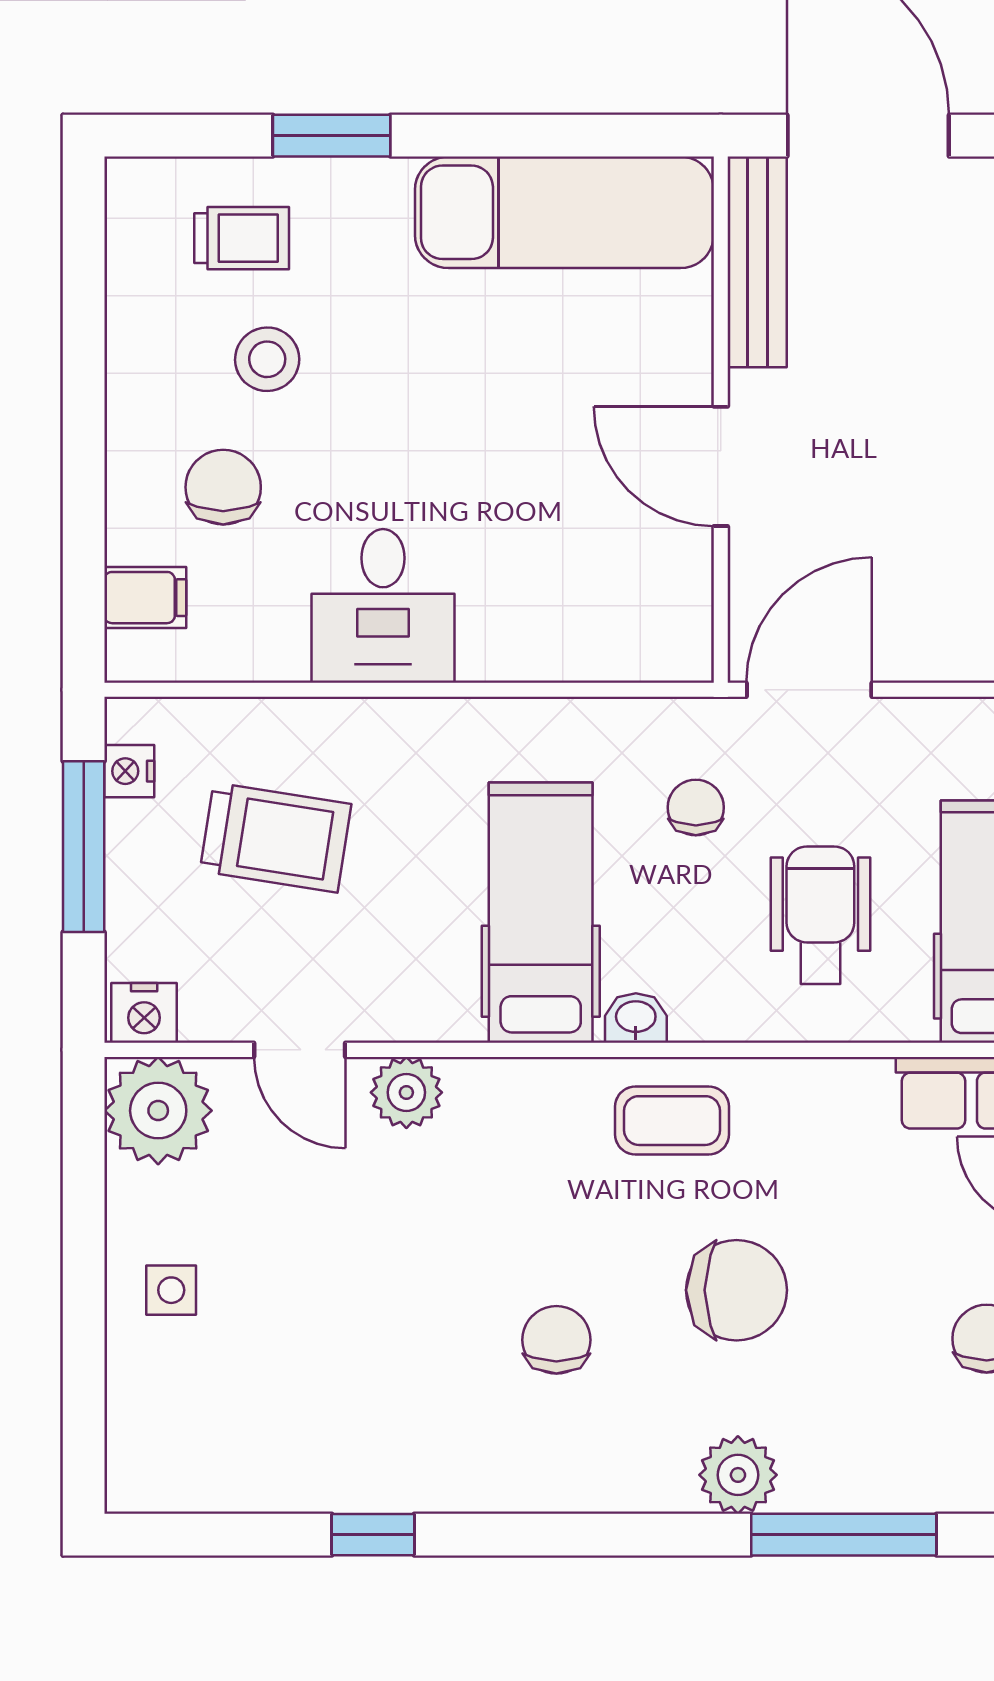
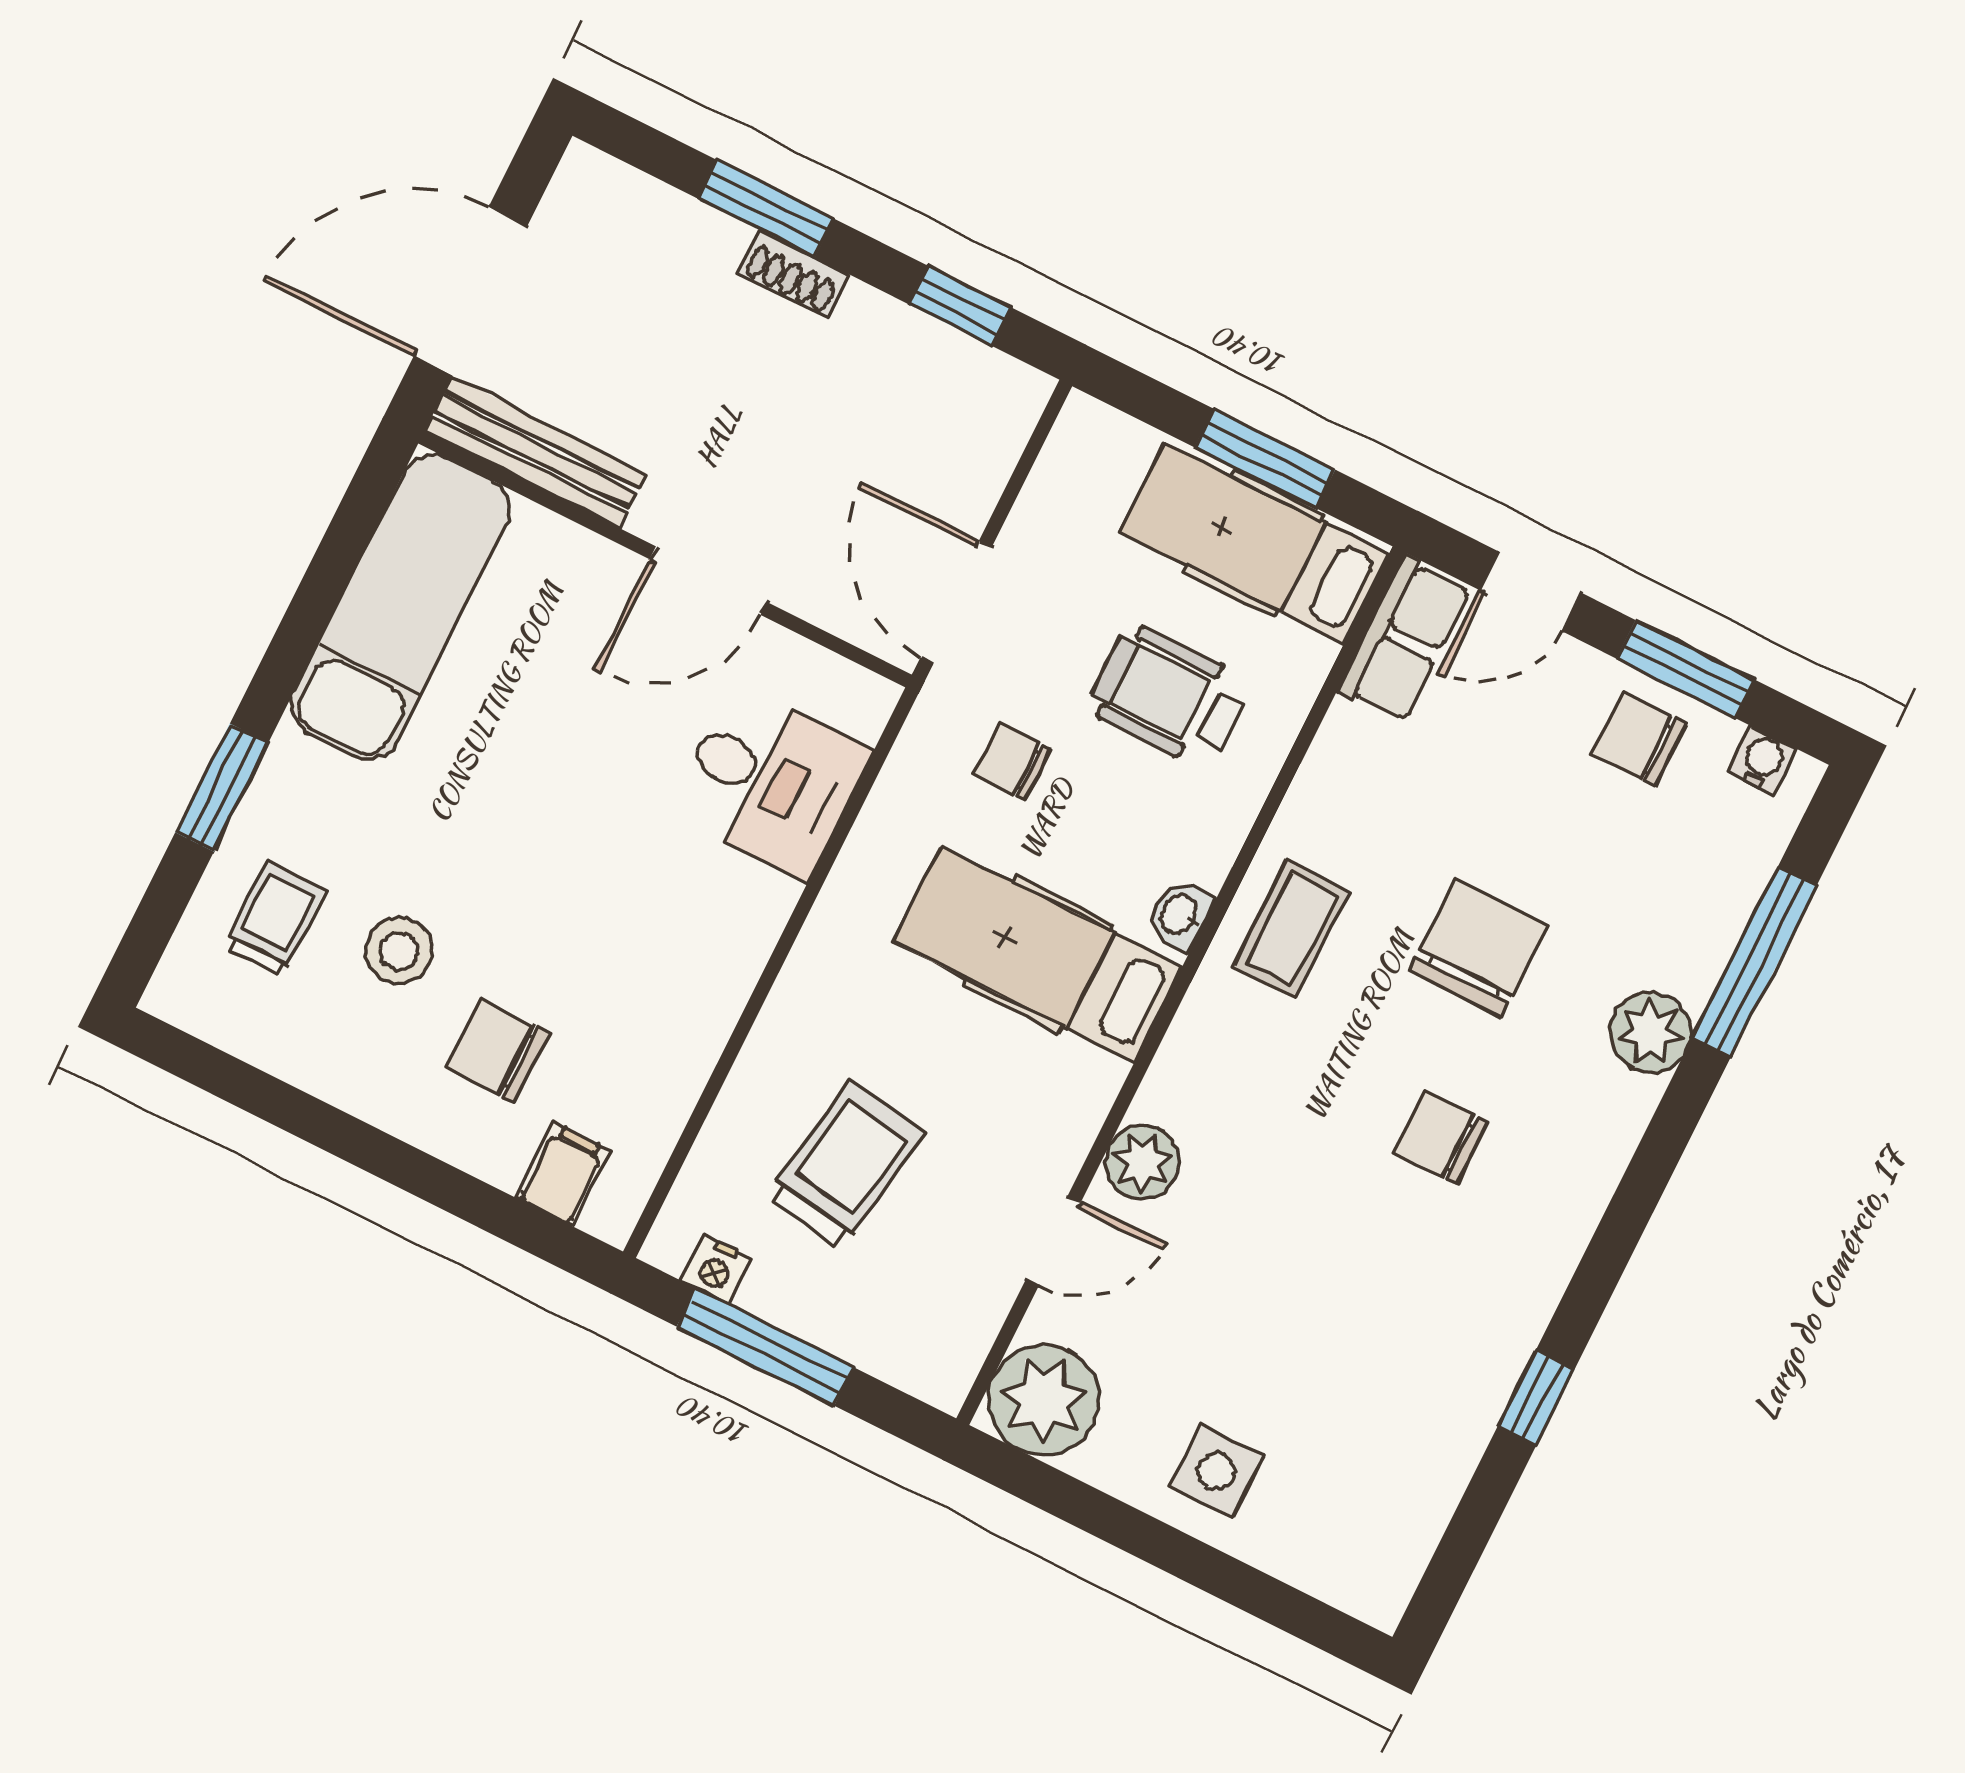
desk: (383, 606) -> (770, 781), moved
nightstand: (144, 1013) -> (947, 1368), removed
side table: (171, 1290) -> (1216, 1471), width x1.37, depth x1.37

